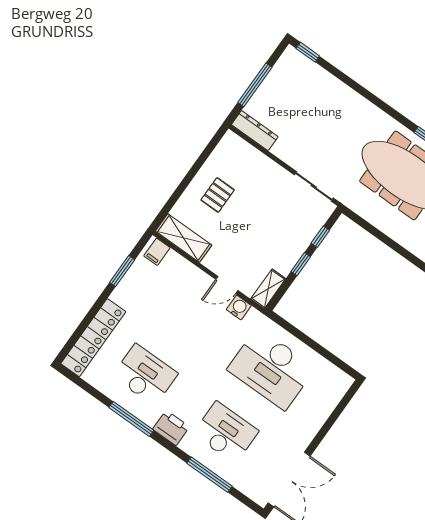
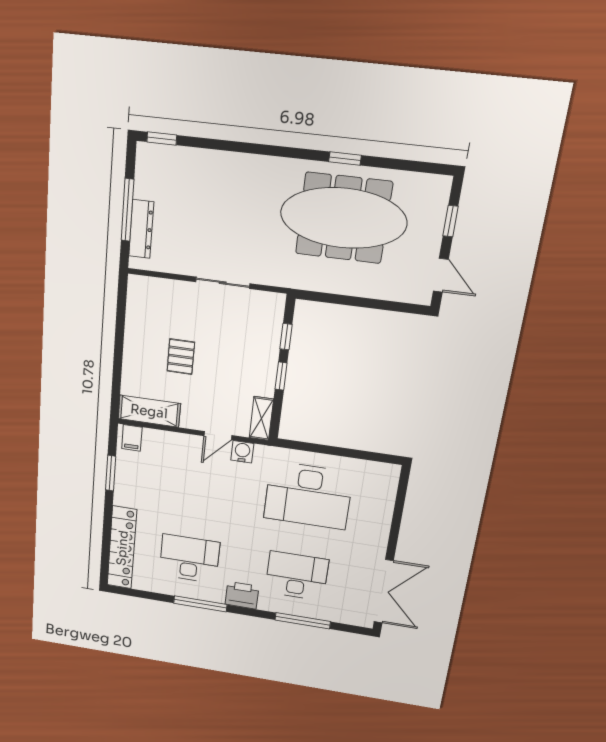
dresser: (255, 131) -> (141, 229), moved, turned 90
sliding door: (314, 186) -> (223, 283), moved
pallet: (218, 195) -> (181, 357), moved

